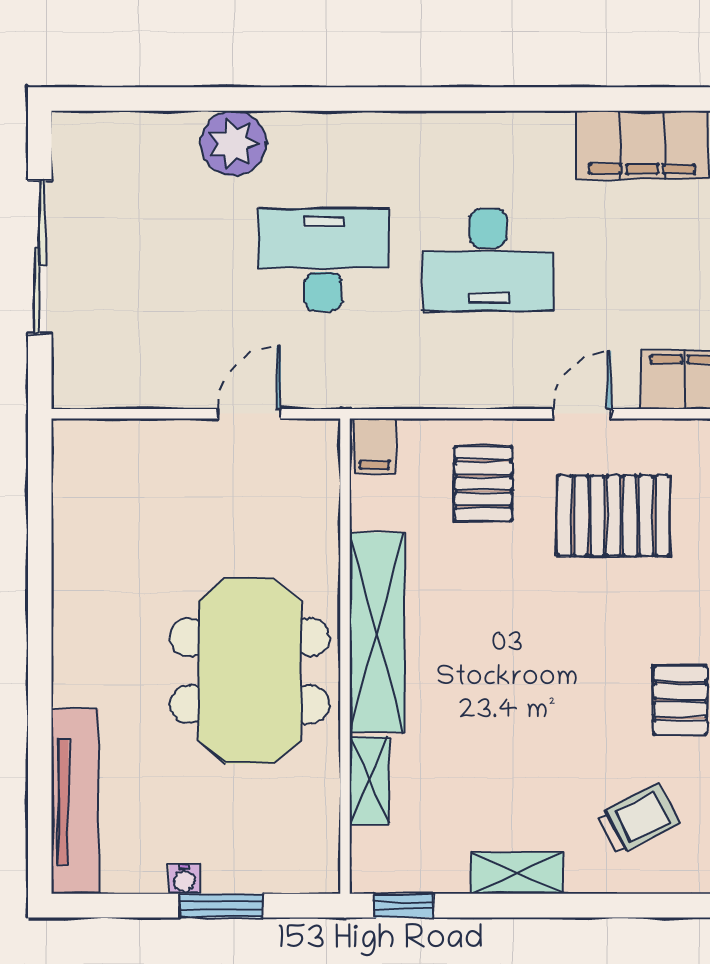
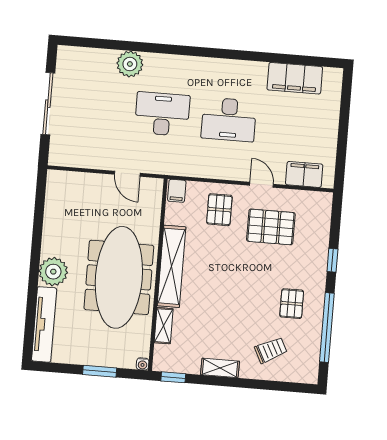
door: (249, 414) -> (127, 174), swing flipped
door: (582, 414) -> (262, 185), hinge flipped
plant: (87, 670) -> (53, 272), added
meeting table: (250, 671) -> (119, 277), width x1.36
water cooler: (184, 879) -> (143, 364), moved

